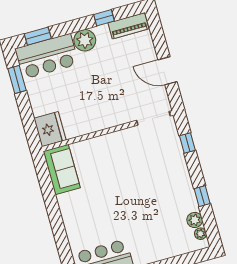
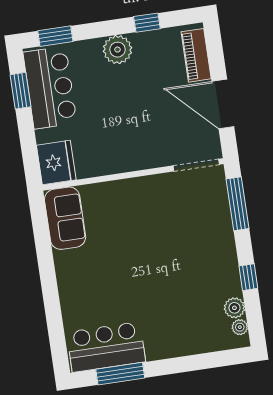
piano: (128, 26) -> (196, 55), moved, turned 90
bar counter: (47, 56) -> (50, 88), moved, turned -90
door: (167, 71) -> (223, 104), width x1.36
window: (187, 143) -> (238, 204), width x2.17

